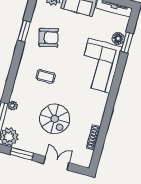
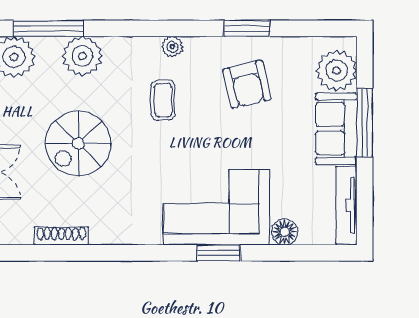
window: (127, 43) -> (219, 253), moved
plant: (23, 66) -> (172, 47), added
plant: (13, 106) -> (82, 56), width x1.88, depth x1.88

